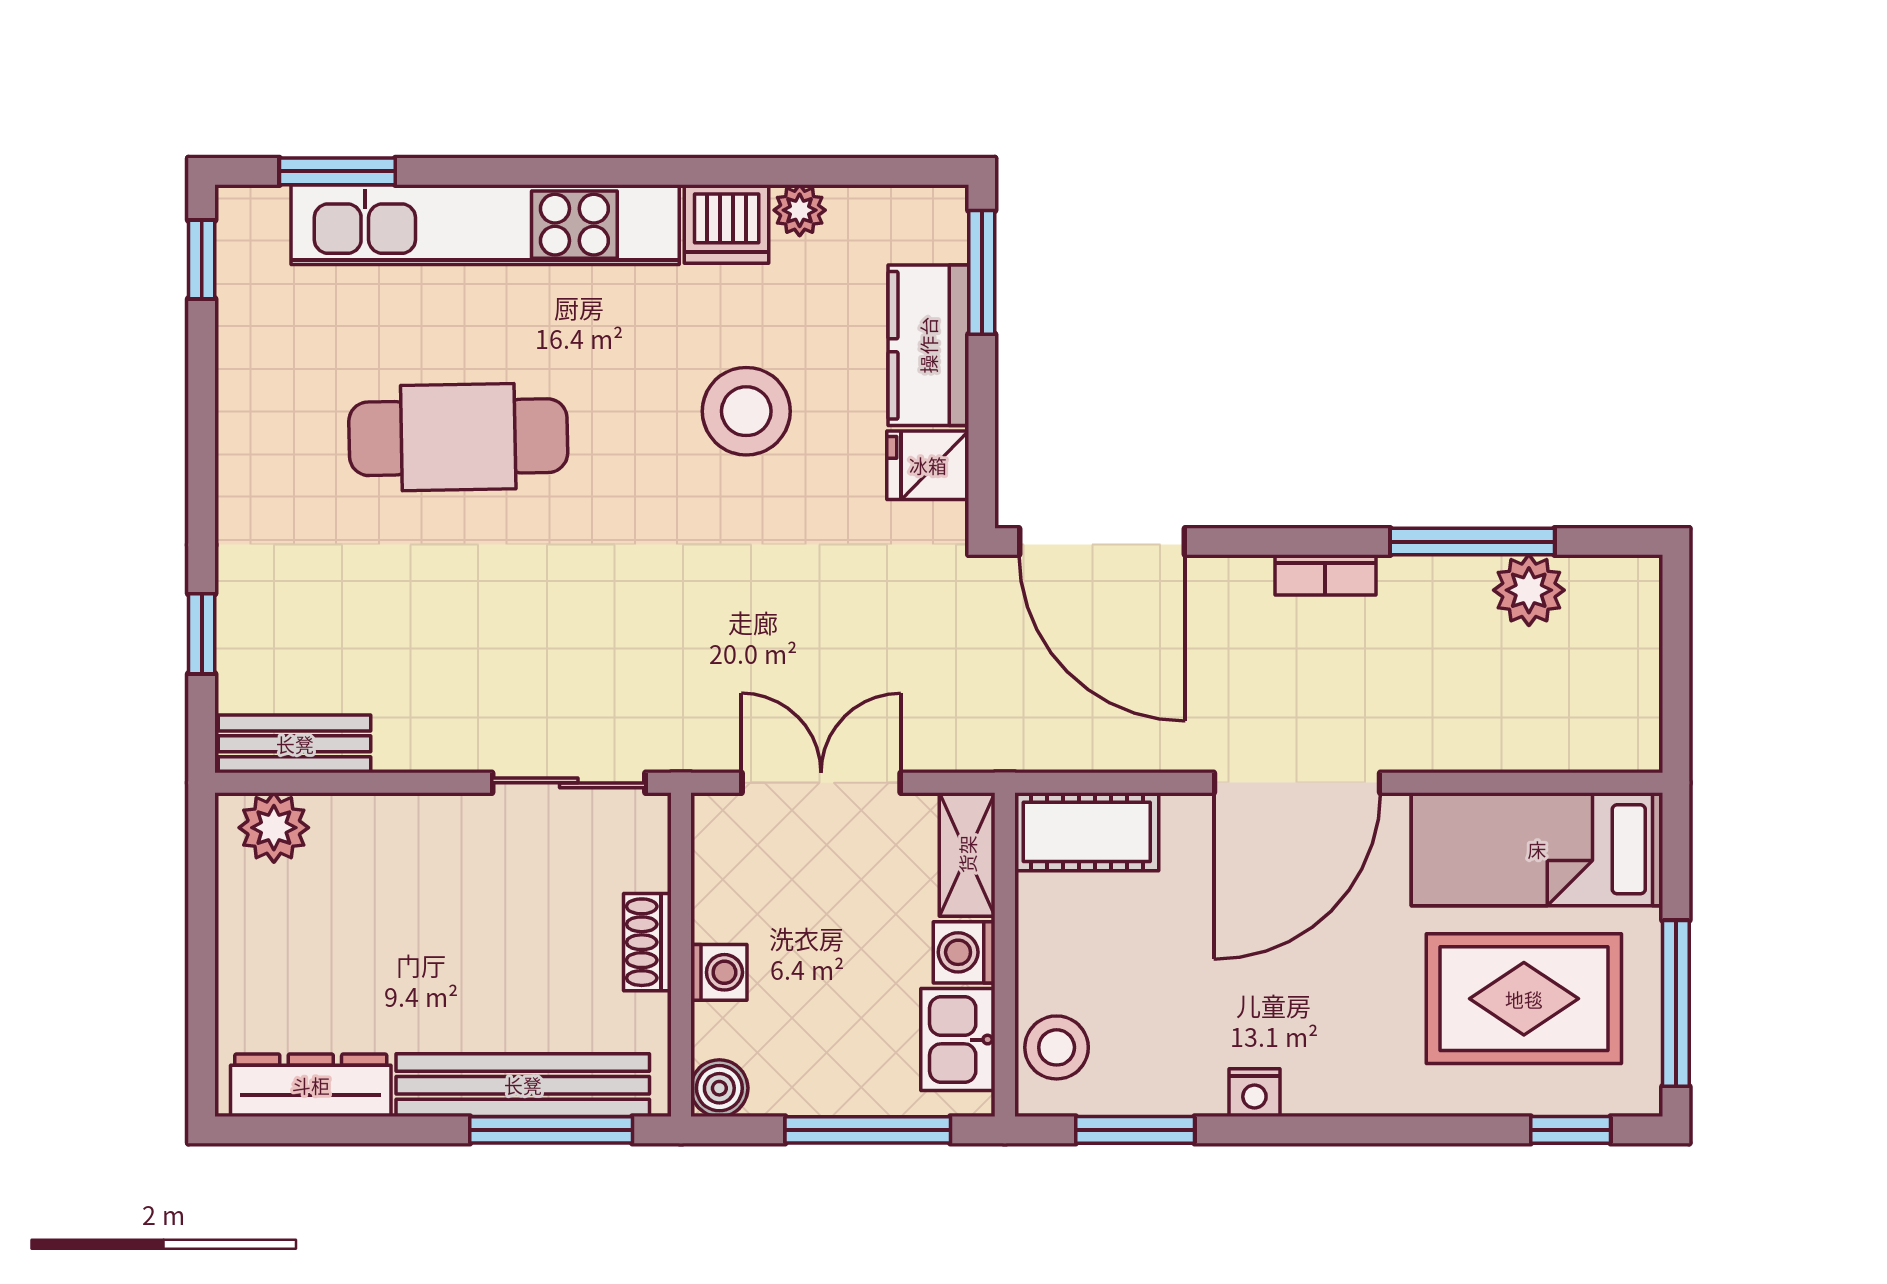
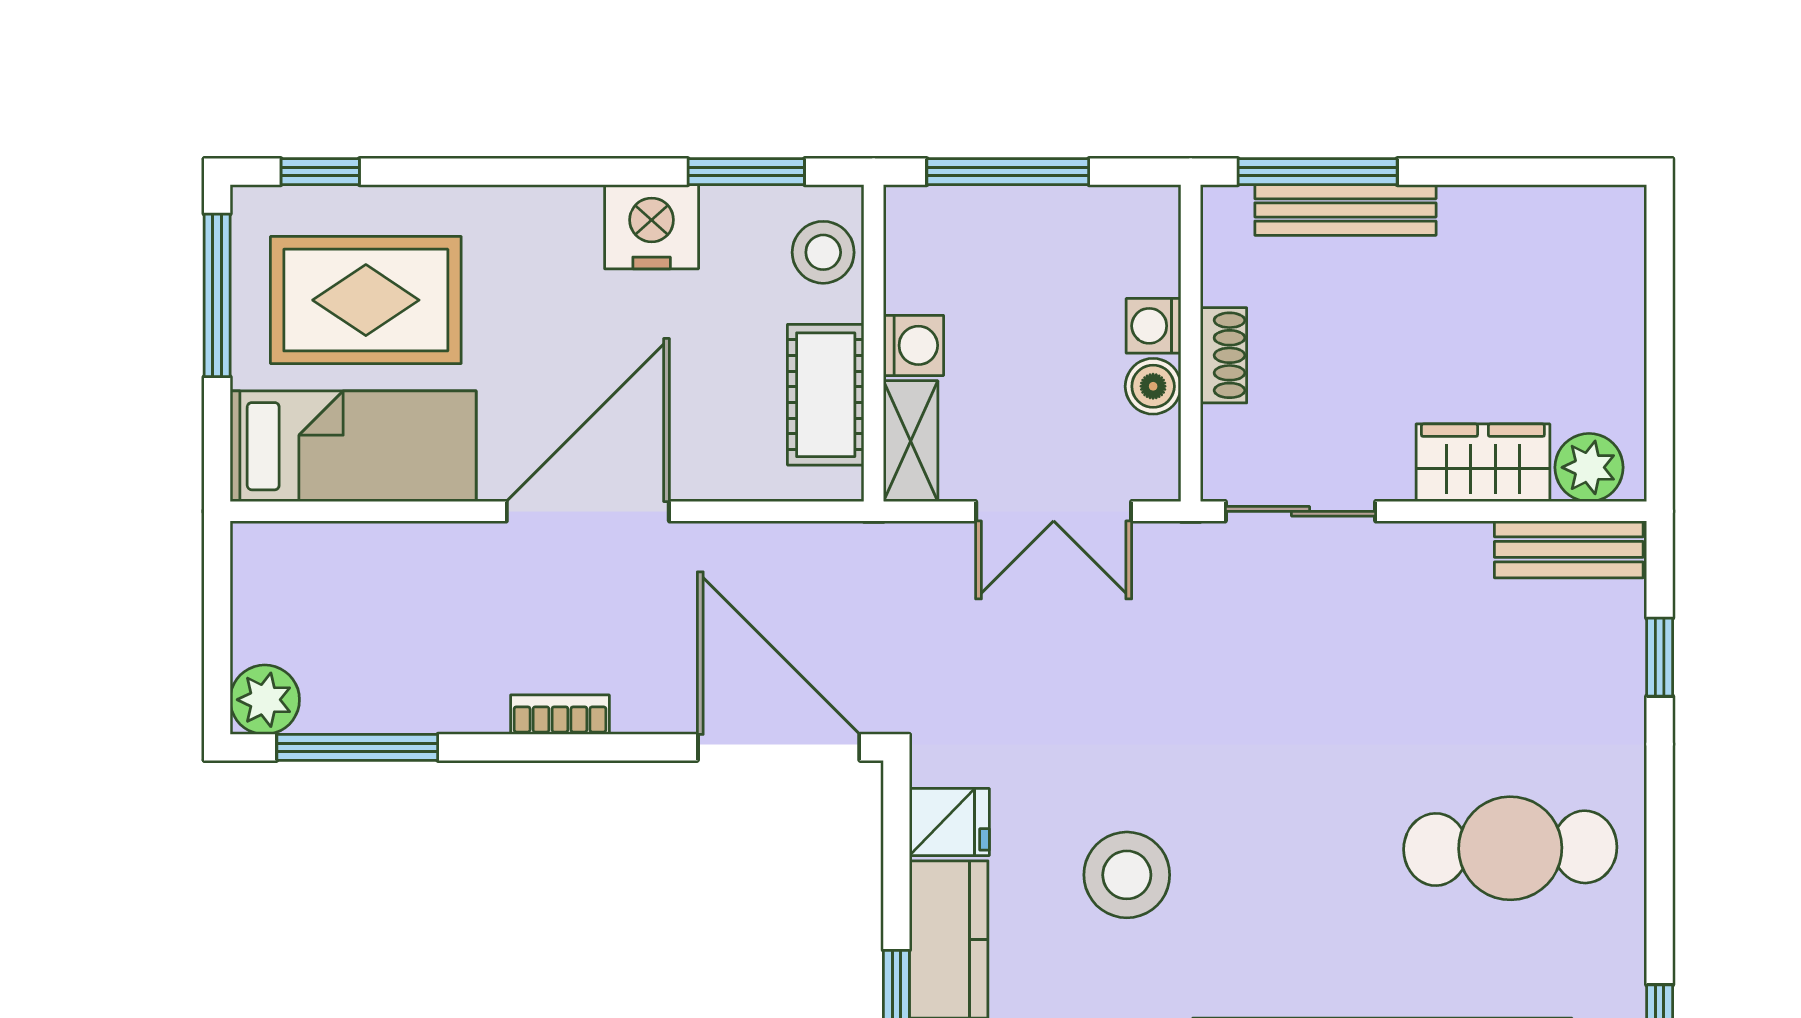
cafe table: (458, 437) -> (1510, 848), moved
window: (1472, 542) -> (357, 747), moved
plant: (1529, 590) -> (265, 700), moved
wardrobe: (382, 832) -> (1483, 463), added
cot: (1087, 832) -> (826, 395), moved, turned 90
kitchen sink: (958, 1040) -> (920, 260), removed
dresser: (311, 1085) -> (1553, 215), removed
bench: (523, 1085) -> (1345, 210), width x0.73, depth x0.82
boiler: (719, 1088) -> (1153, 386), moved
nightstand: (1254, 1093) -> (652, 227), width x1.89, depth x1.79

